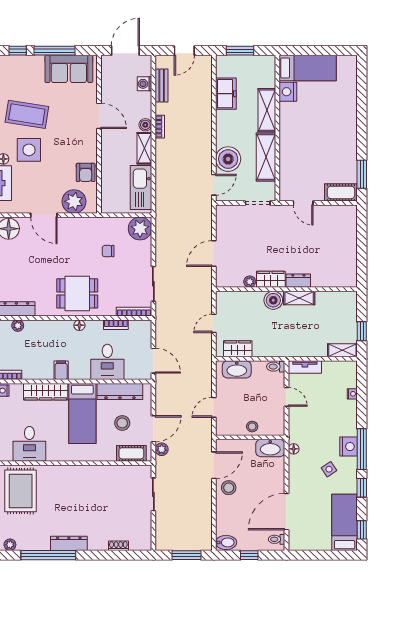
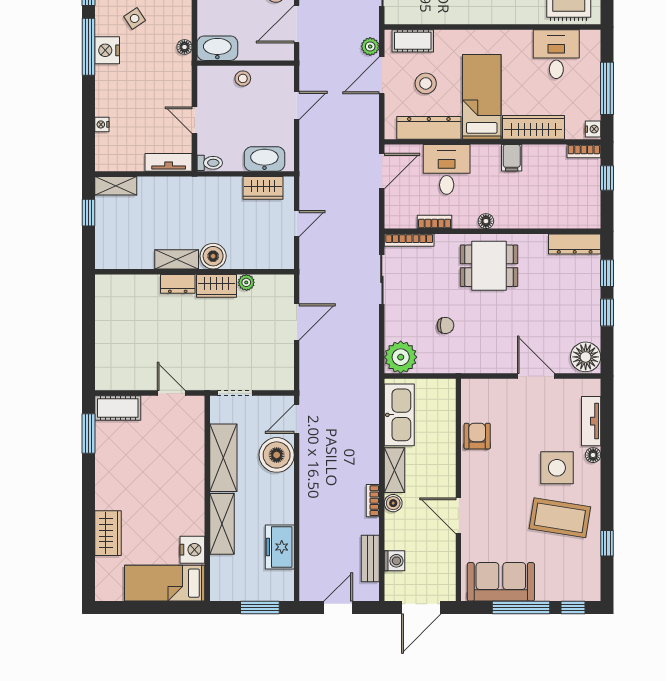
wardrobe: (348, 103) -> (108, 533), added
plant: (74, 201) -> (494, 395), removed
plant: (18, 326) -> (573, 221), removed
door: (153, 361) -> (382, 171), swing flipped

